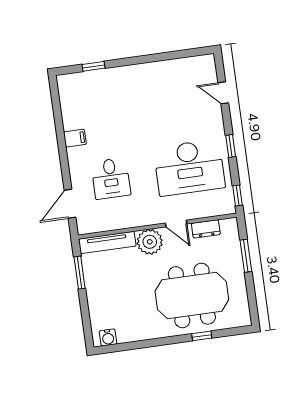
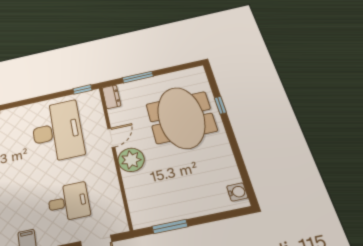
window: (231, 146) -> (38, 99), removed
dresser: (206, 229) -> (111, 97), moved
tv unit: (107, 242) -> (135, 200), removed

